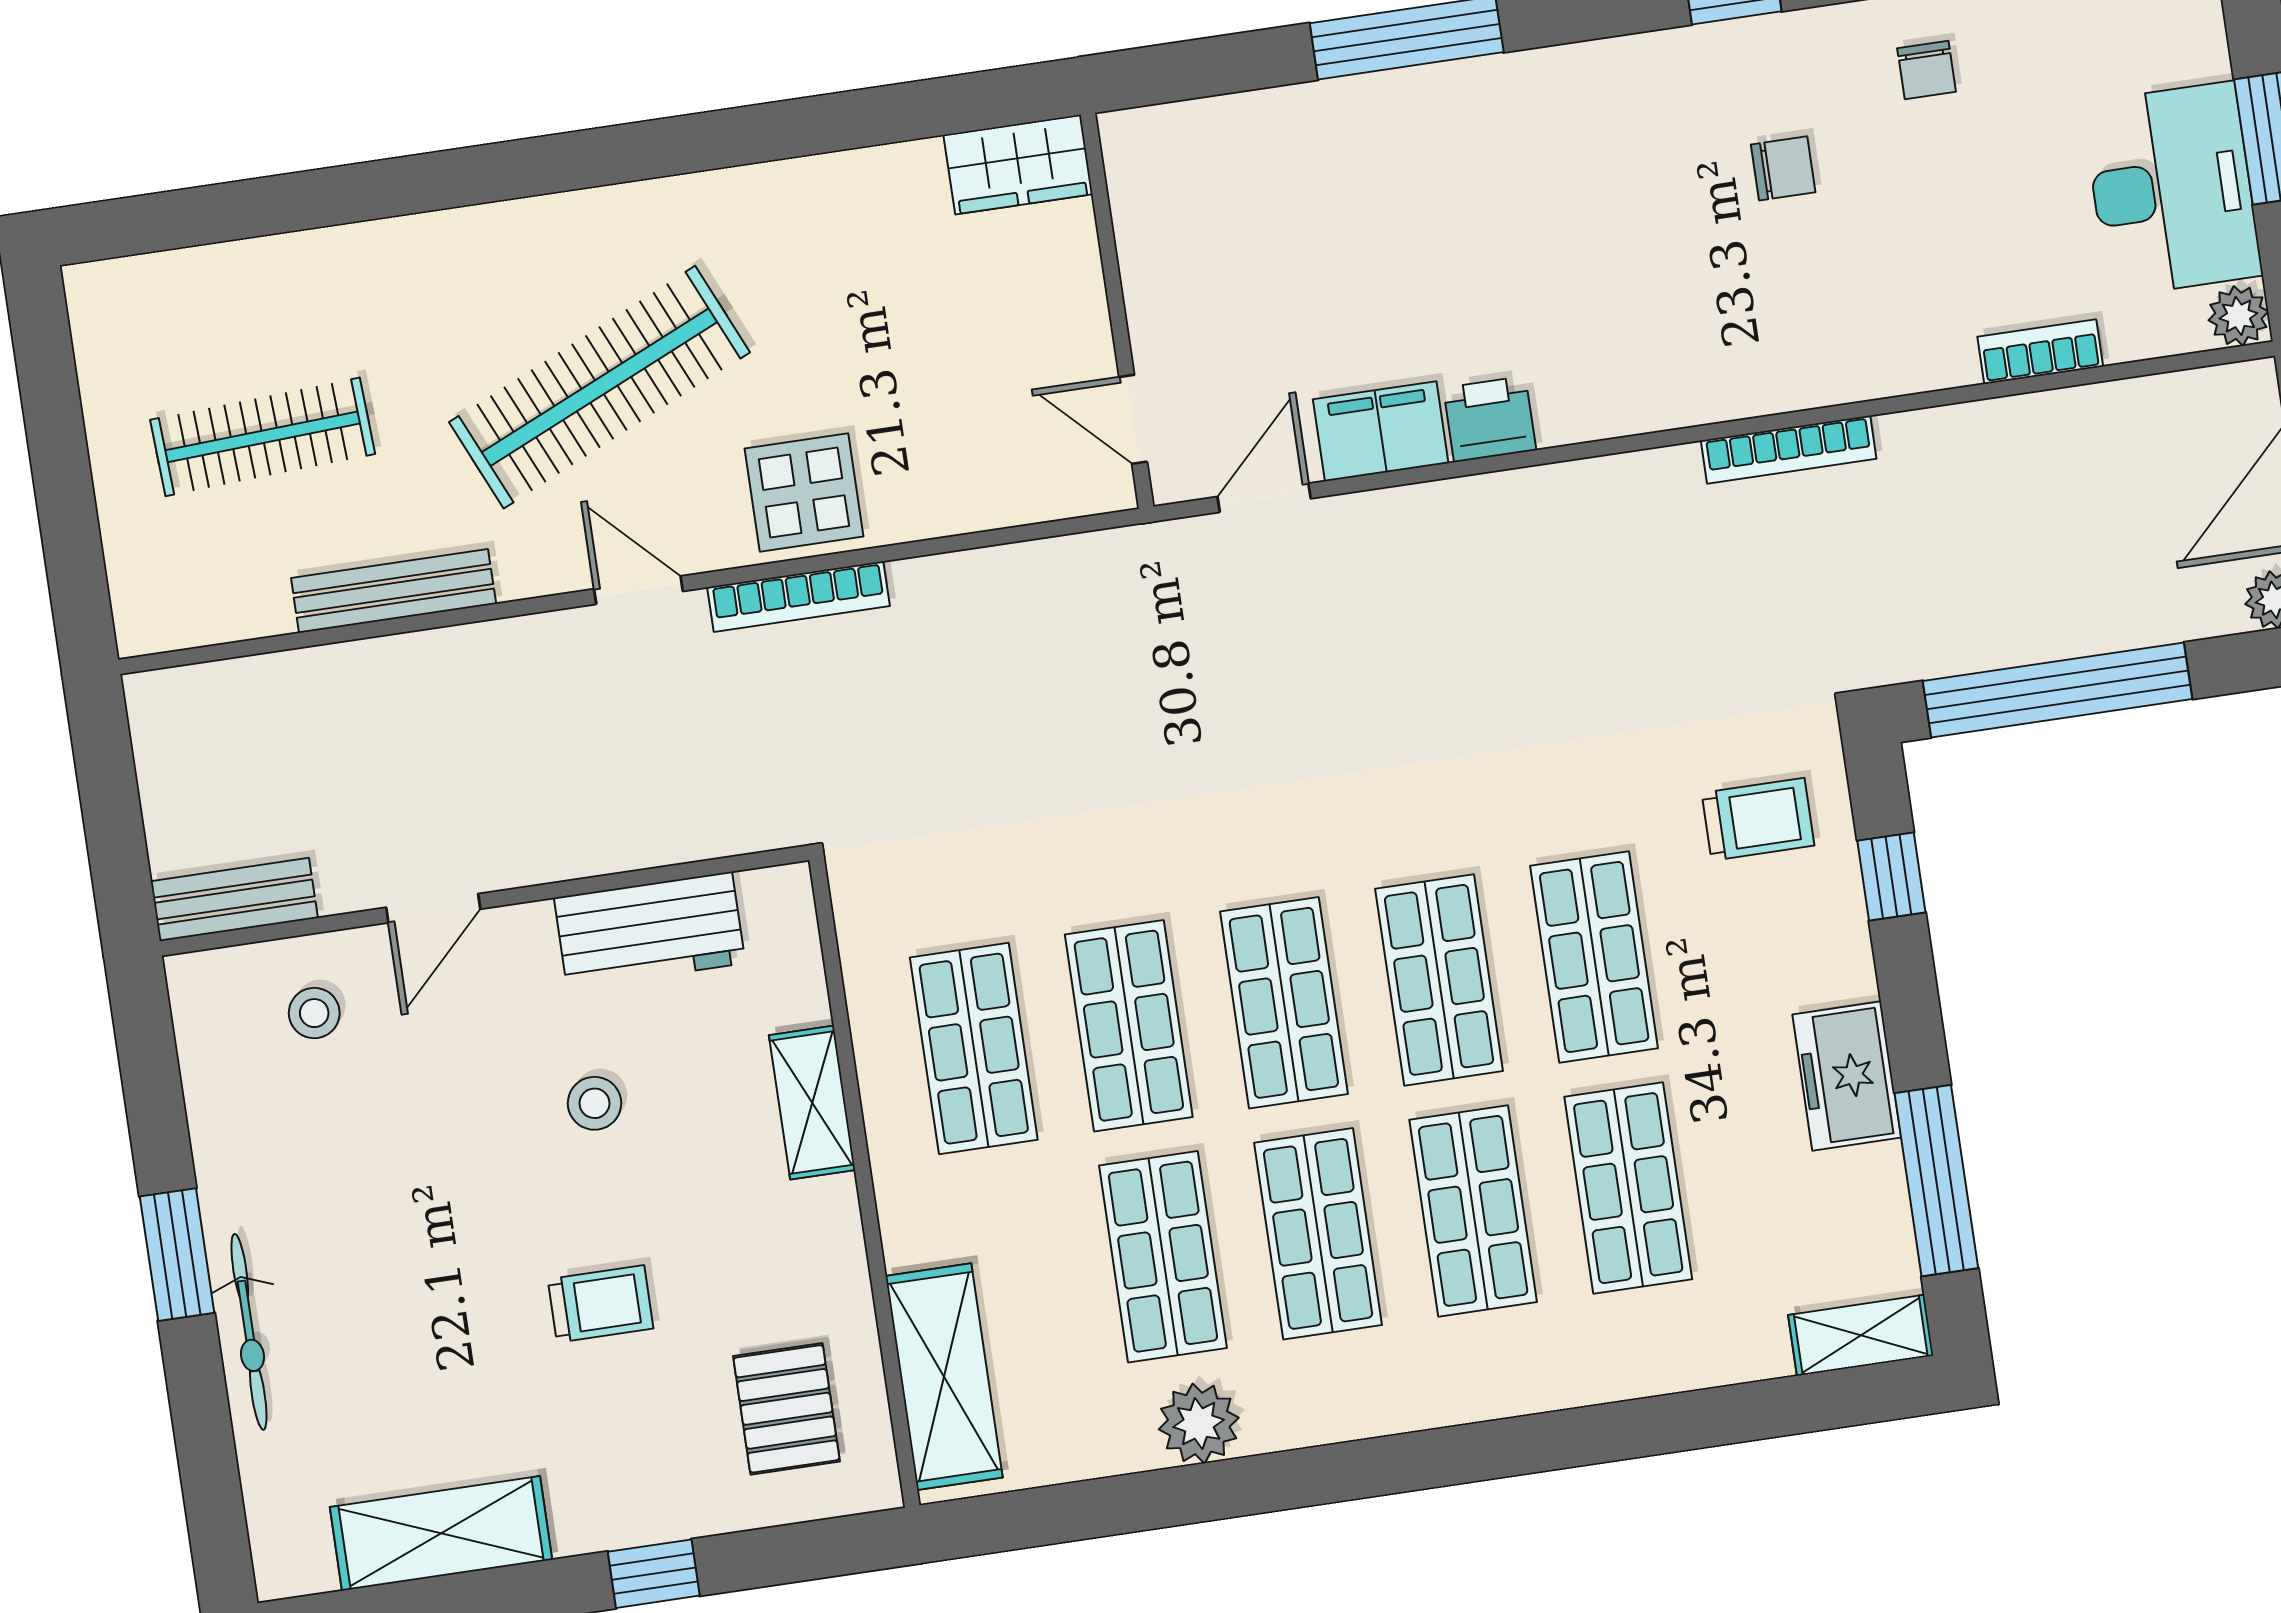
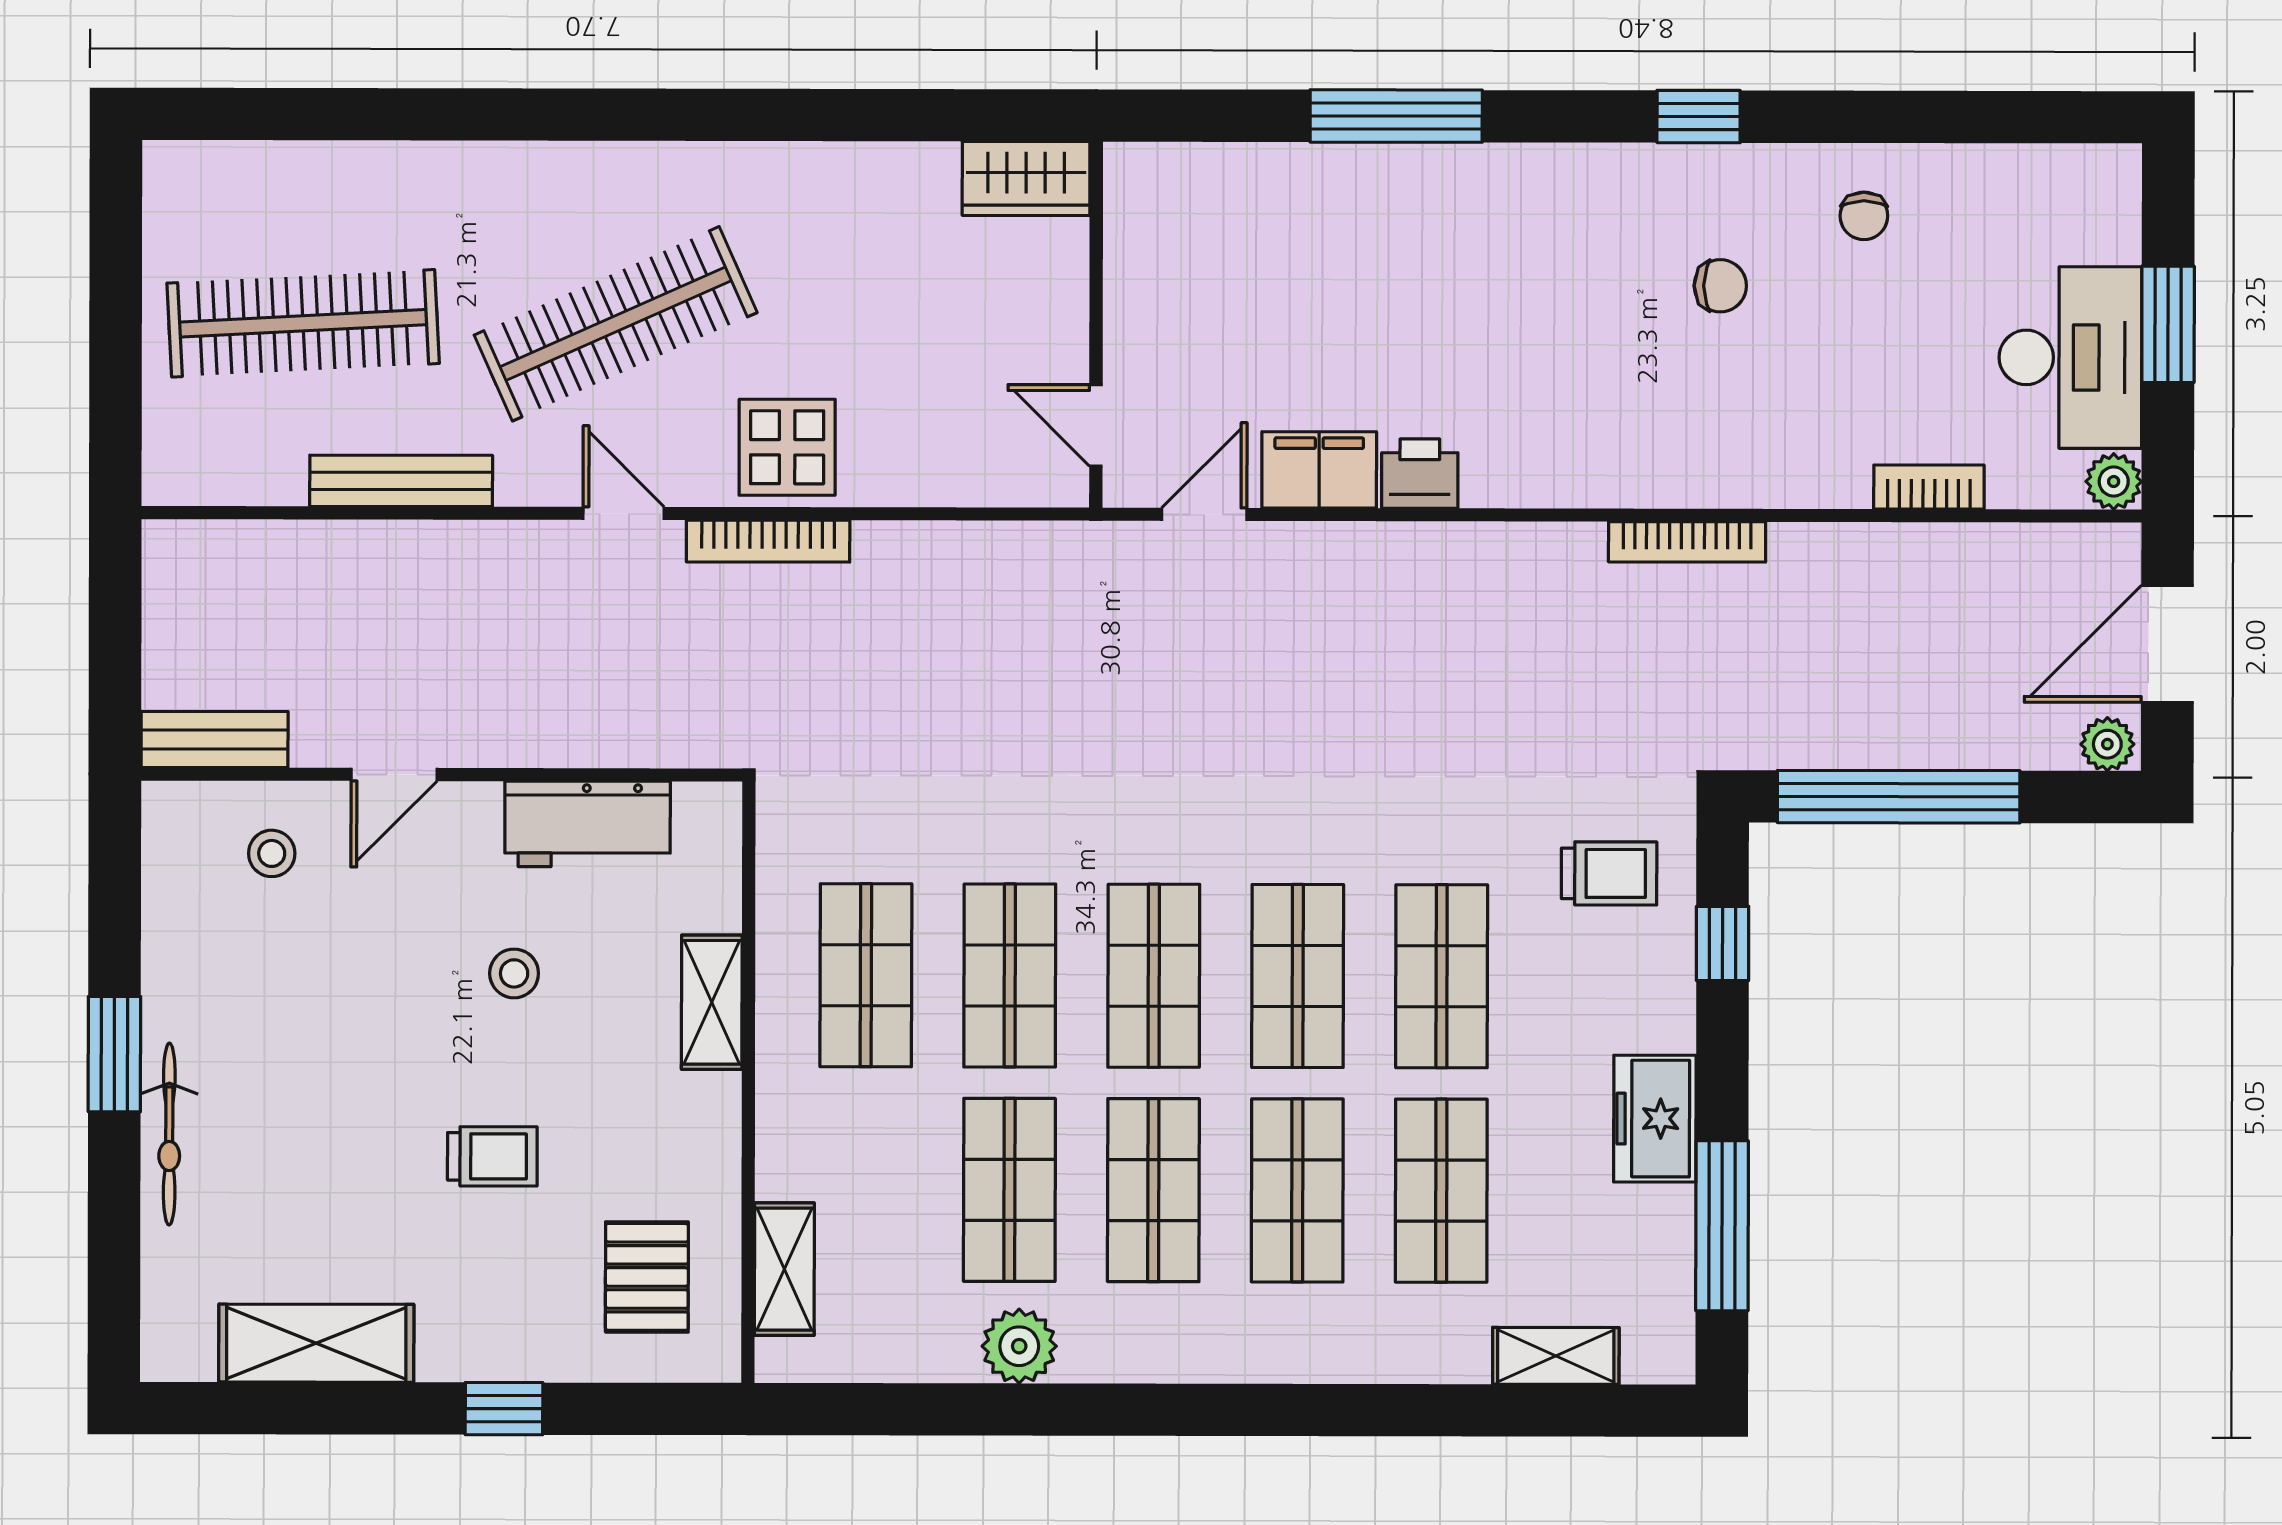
clothes rail: (263, 437) -> (303, 323), width x1.37, depth x1.31
shelving: (1861, 1335) -> (1556, 1356), moved
shelving: (944, 1377) -> (784, 1269), width x0.67, depth x0.75

